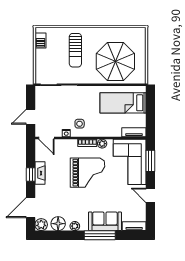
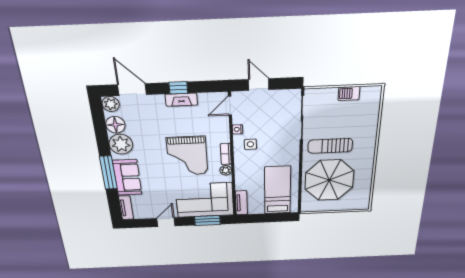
barbecue: (40, 41) -> (349, 93), moved
sun lounger: (75, 50) -> (330, 146), moved
plant: (75, 226) -> (121, 144), width x1.87, depth x1.87

